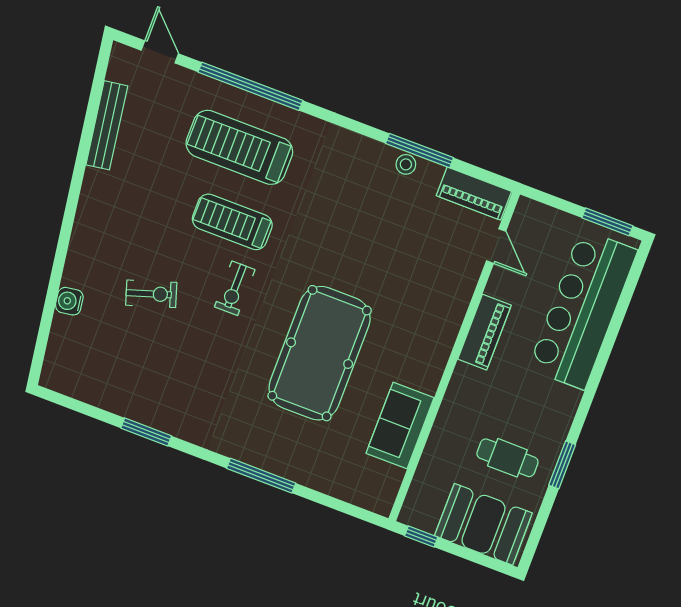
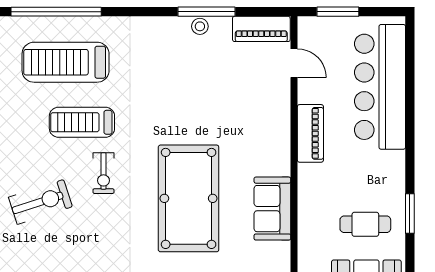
window: (607, 222) -> (338, 12), moved
exercise bike: (151, 294) -> (40, 202), width x1.38, depth x1.39
sofa: (400, 426) -> (272, 209), moved

